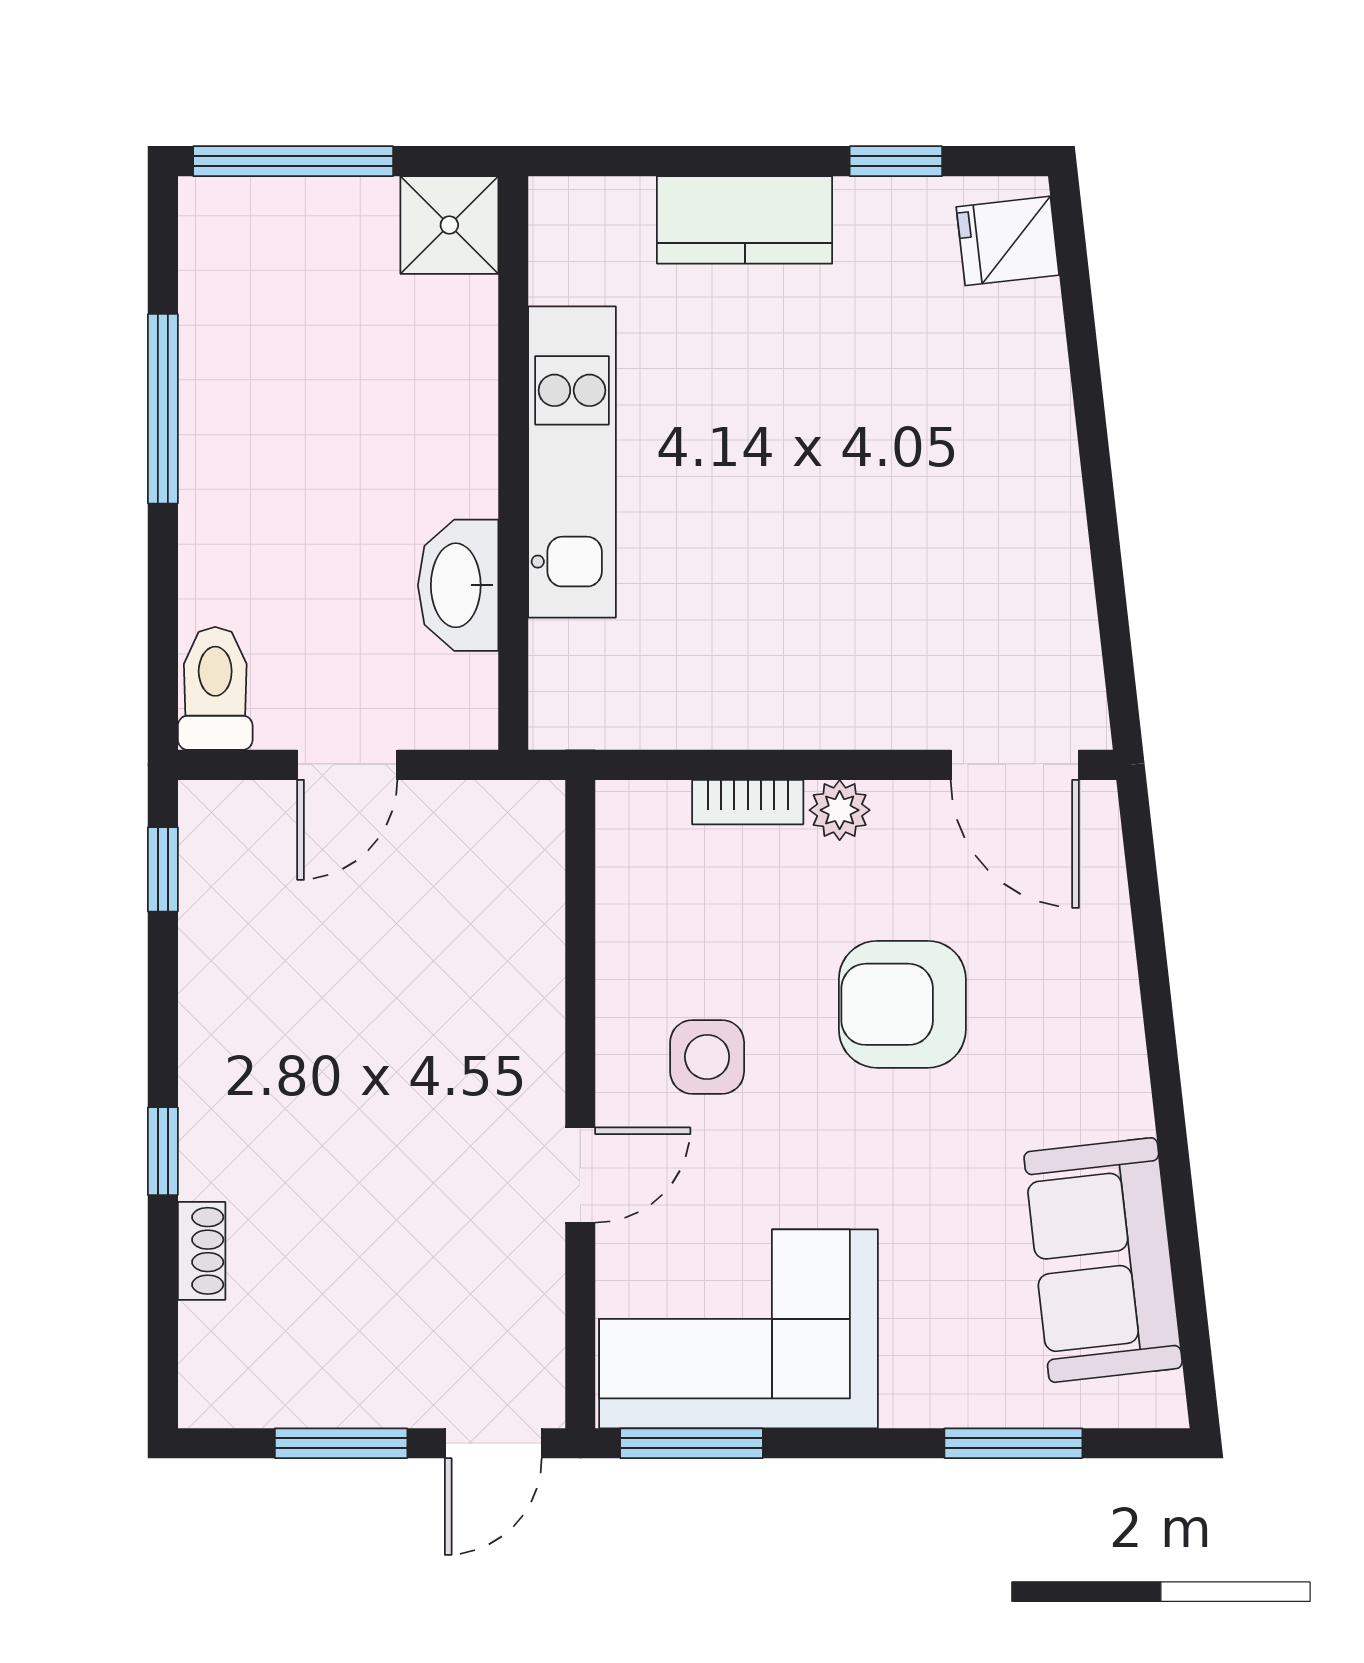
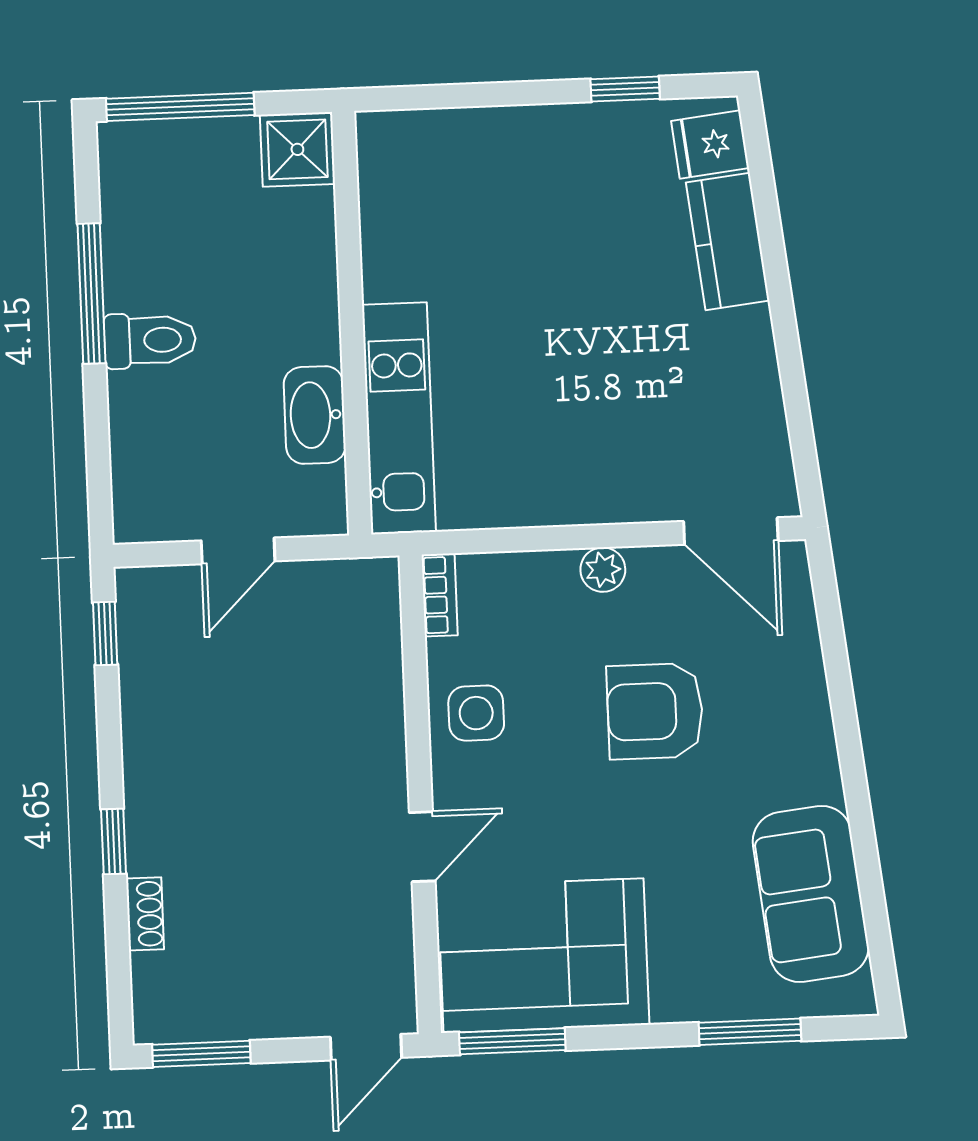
kitchen counter: (745, 220) -> (728, 241), moved, turned 84
kitchen unit: (572, 462) -> (399, 418), moved
toilet: (215, 688) -> (150, 340), moved, turned 90
bookcase: (748, 802) -> (440, 595), moved, turned -90
side table: (707, 1057) -> (476, 713), moved
window: (341, 1443) -> (201, 1054), moved

